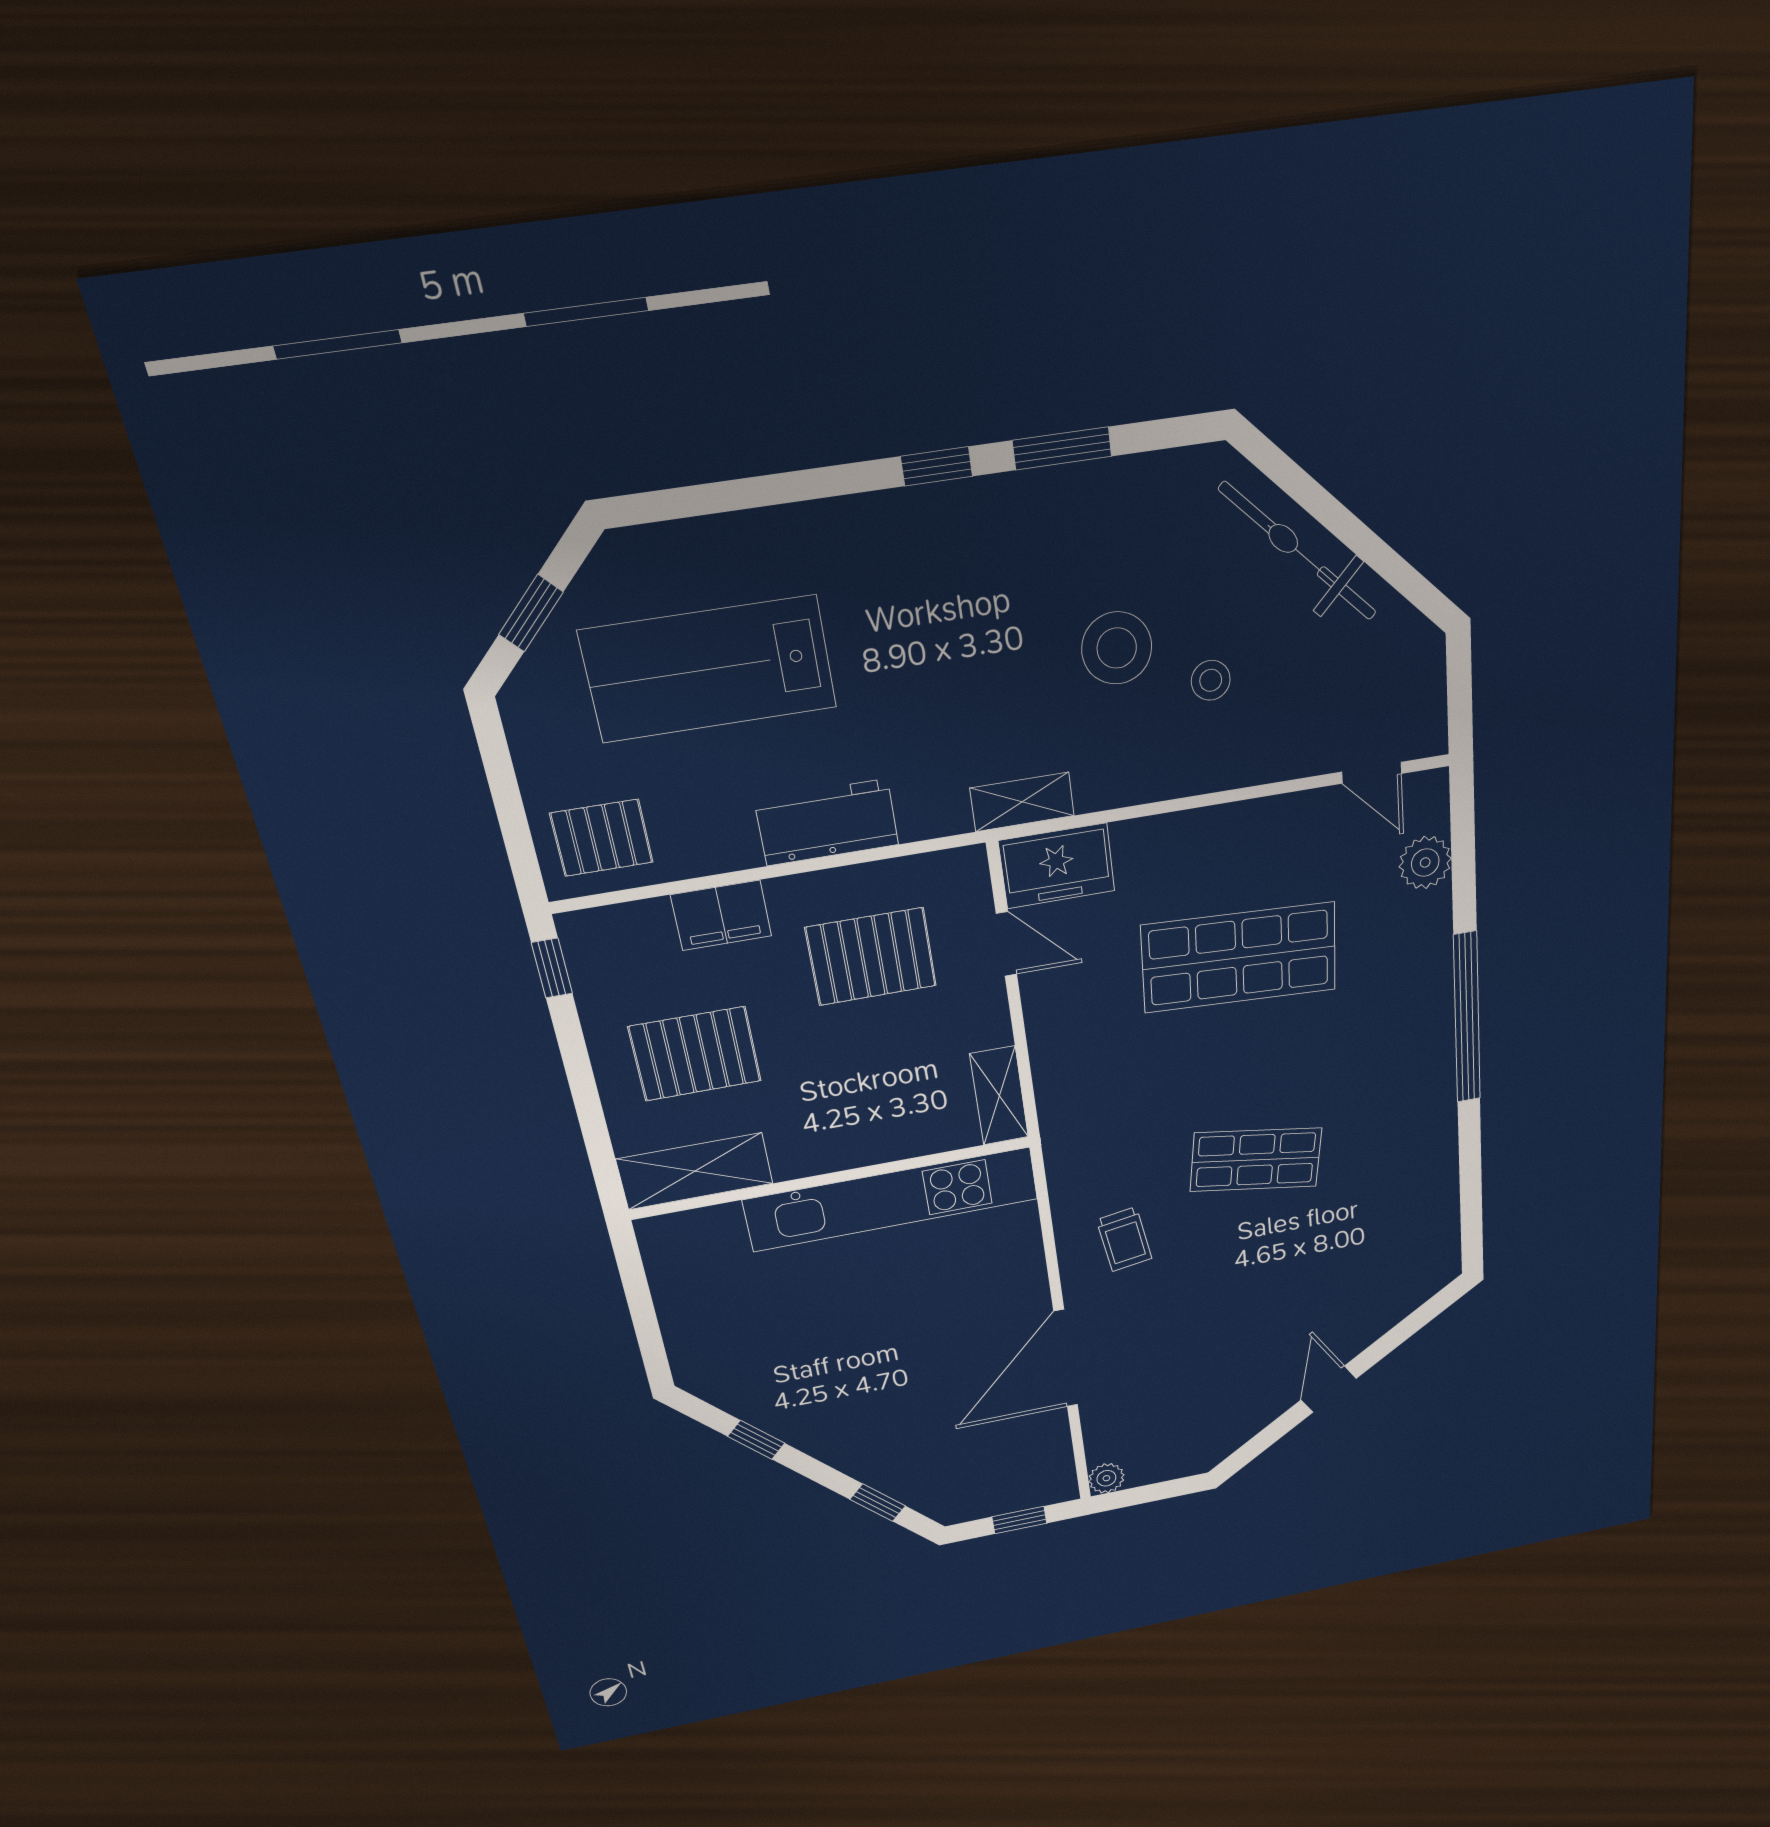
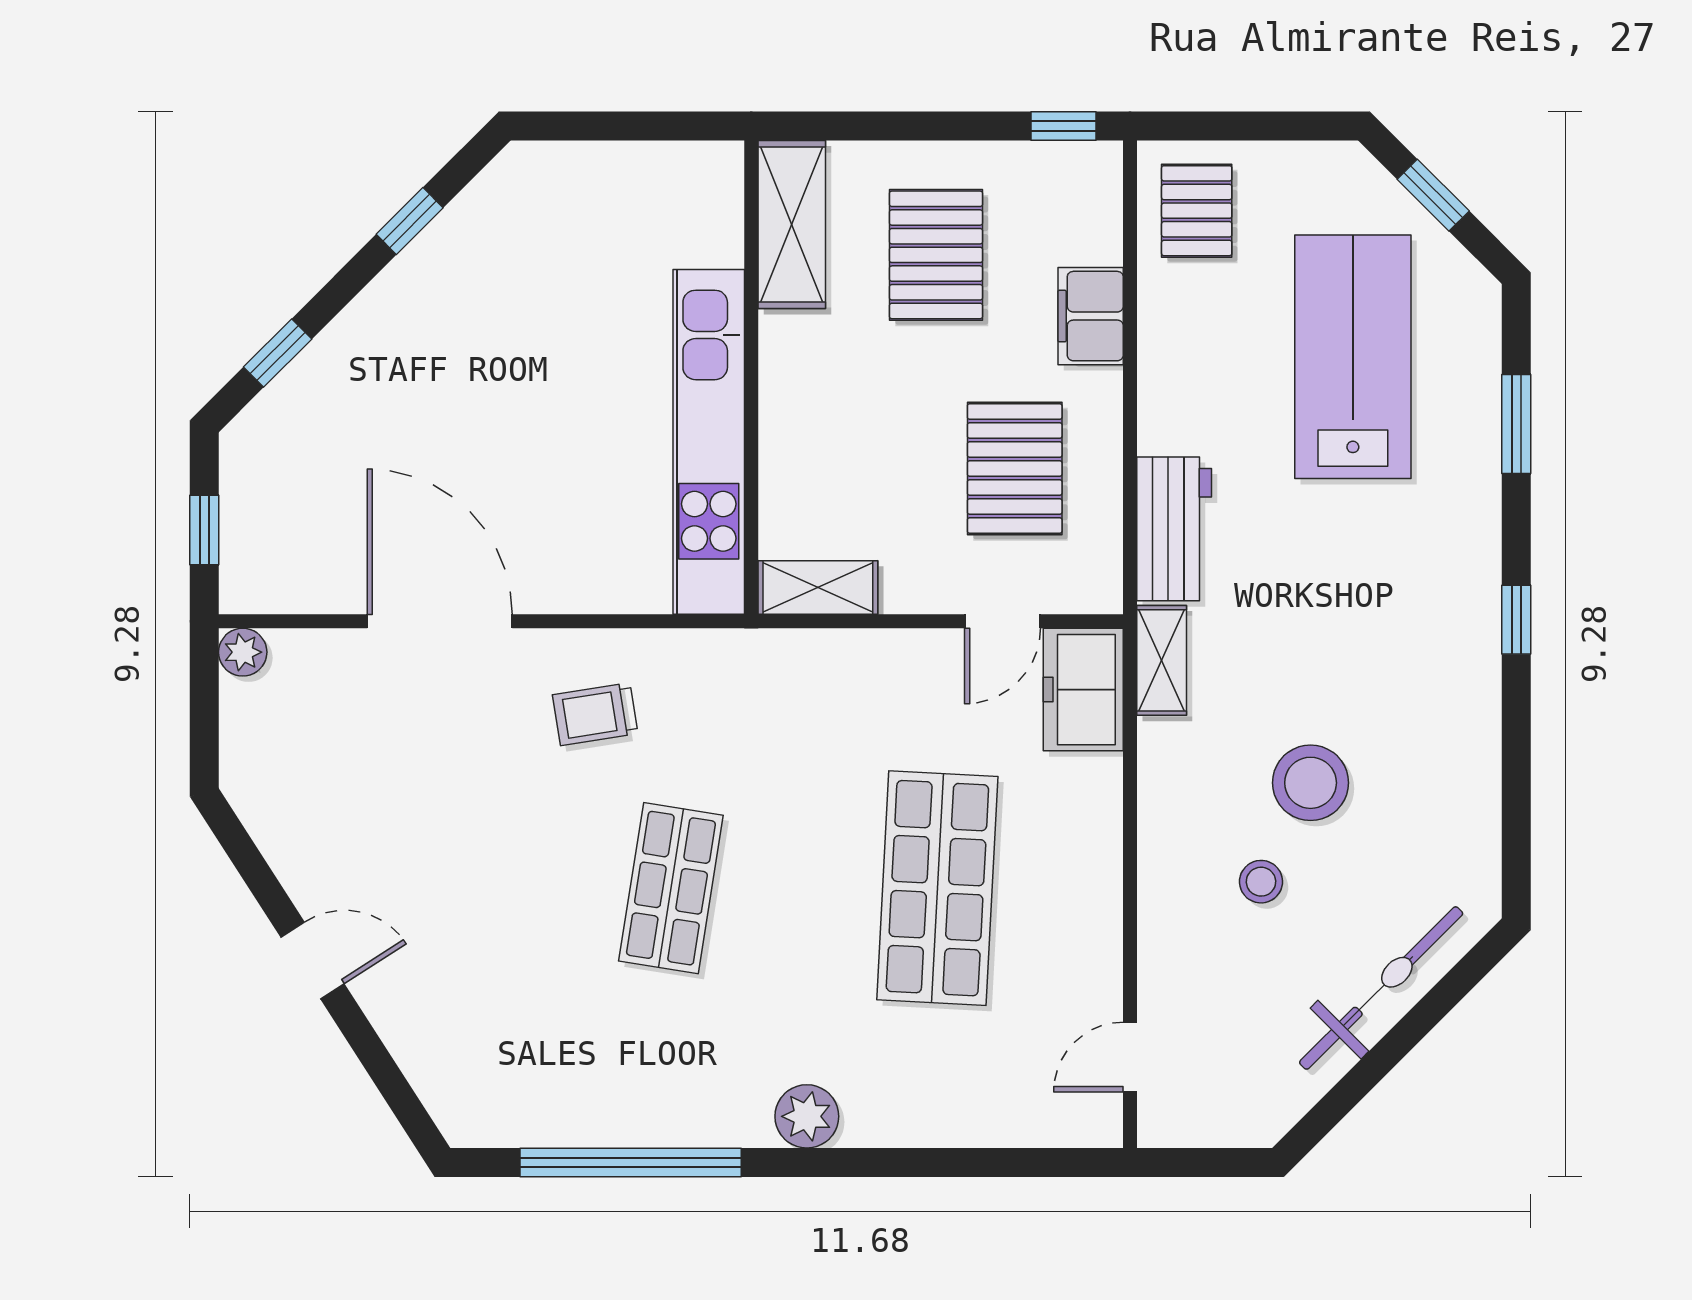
window: (1062, 448) -> (1516, 424), moved
workbench: (827, 822) -> (1174, 529), moved
plant: (1425, 862) -> (807, 1116), moved
window: (1467, 1018) -> (631, 1162), moved

